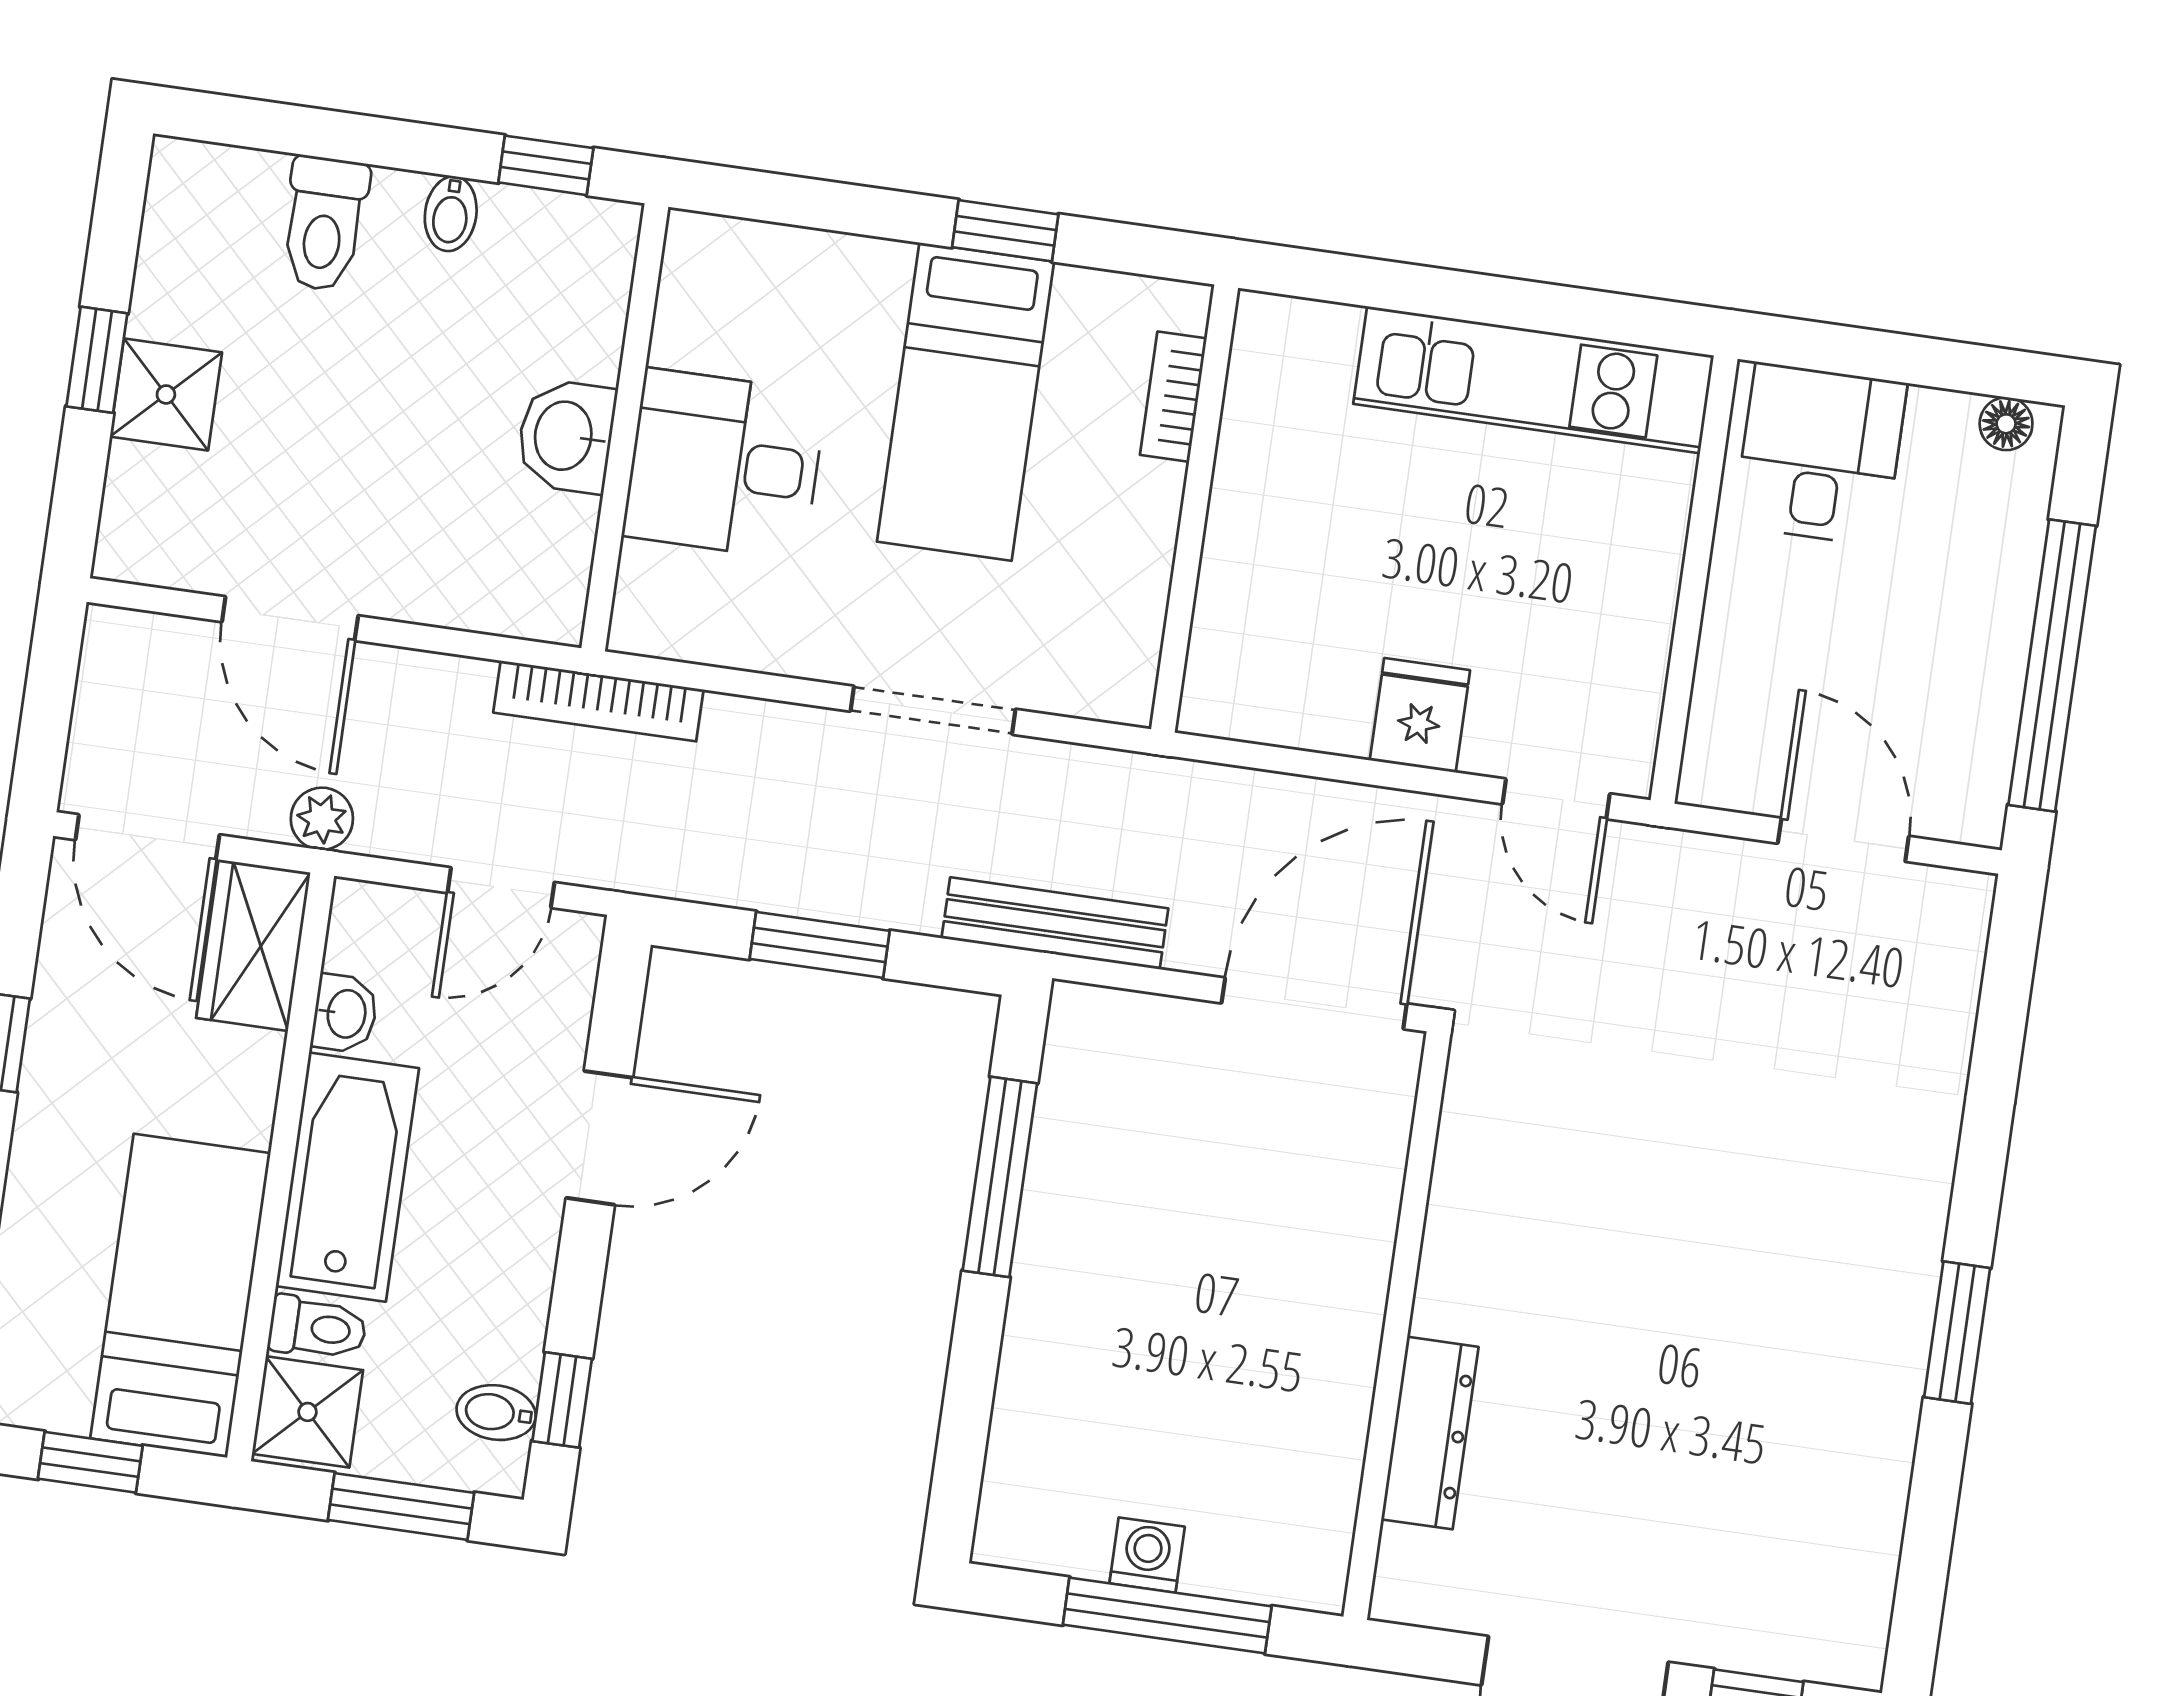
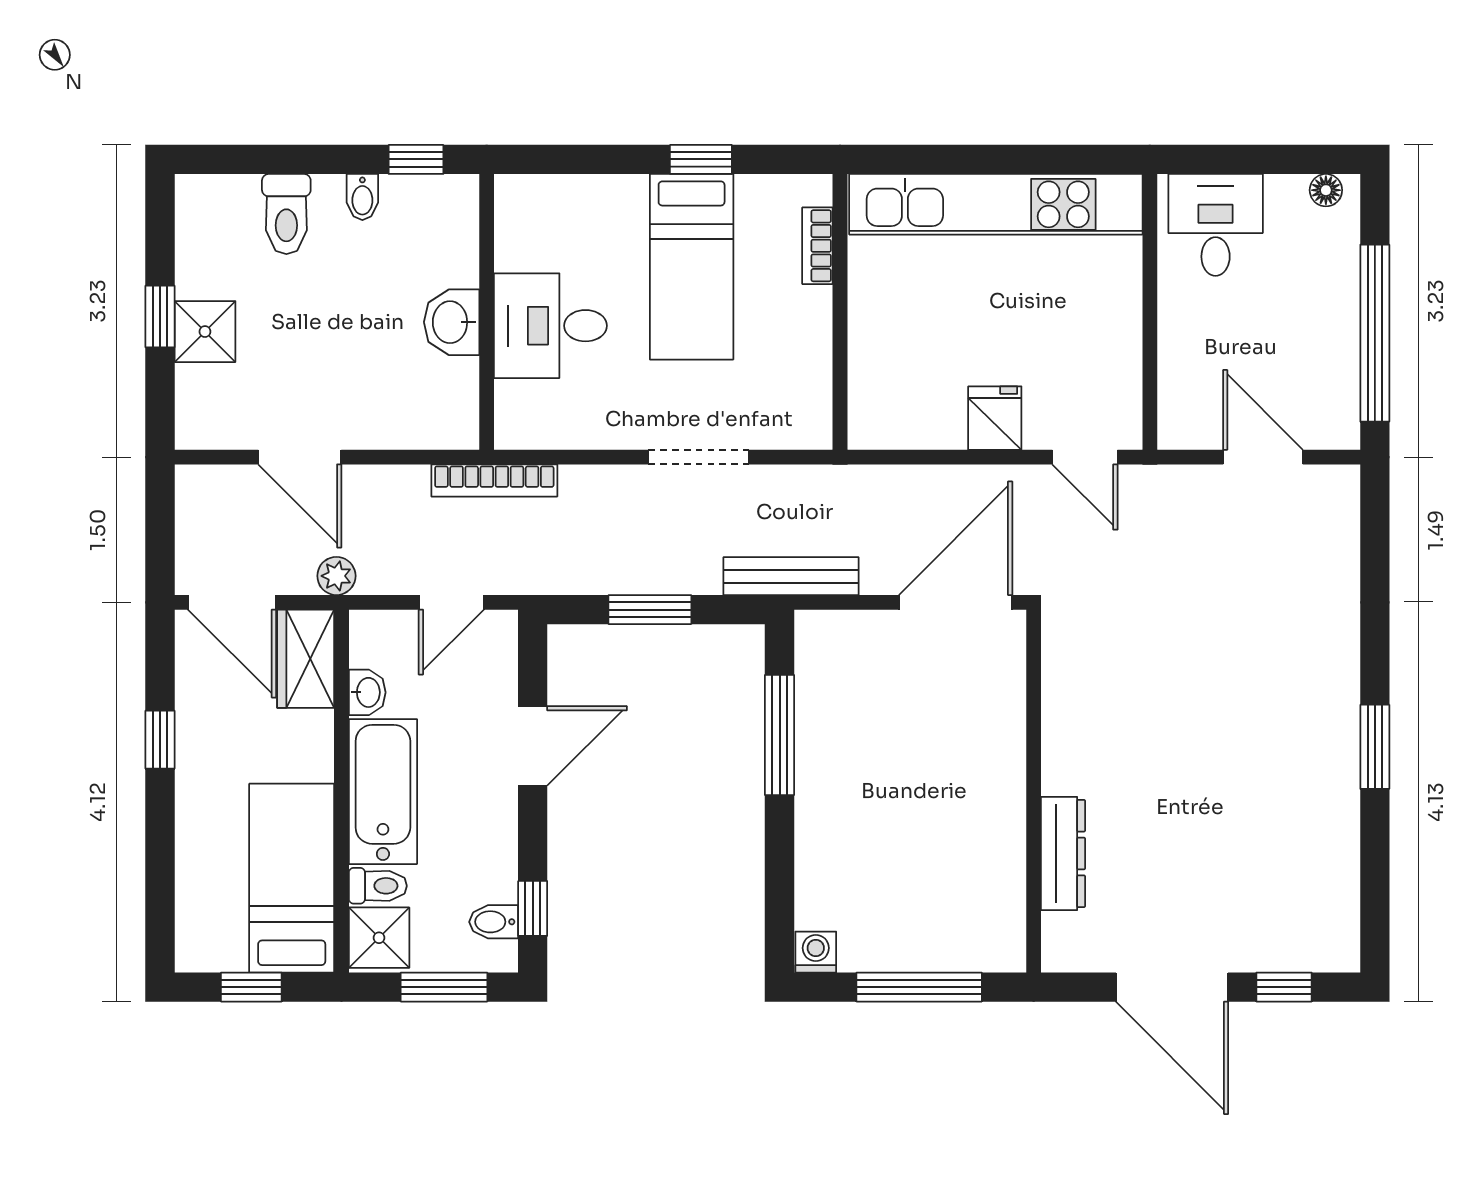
kitchen unit: (1534, 380) -> (996, 204), width x1.36
washing machine: (1147, 1555) -> (816, 952), moved

